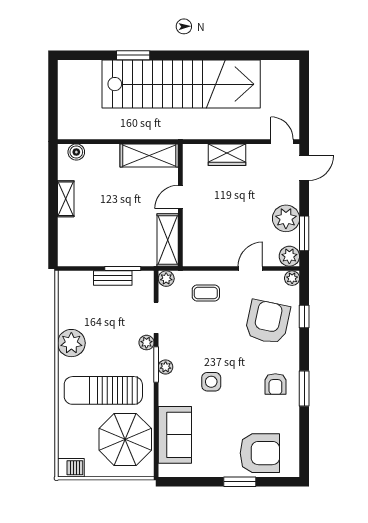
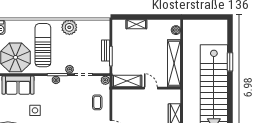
shelving: (149, 155) -> (174, 63), width x1.47
shelving: (66, 199) -> (136, 24), moved
side table: (211, 382) -> (35, 110), moved

